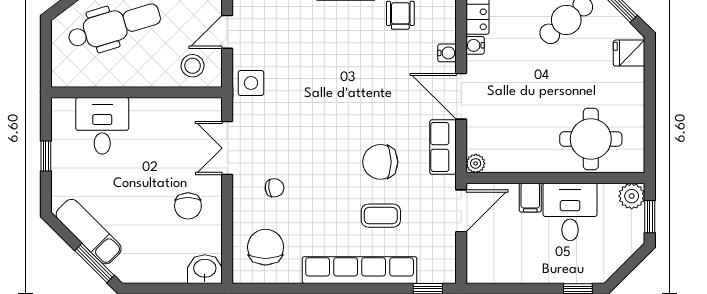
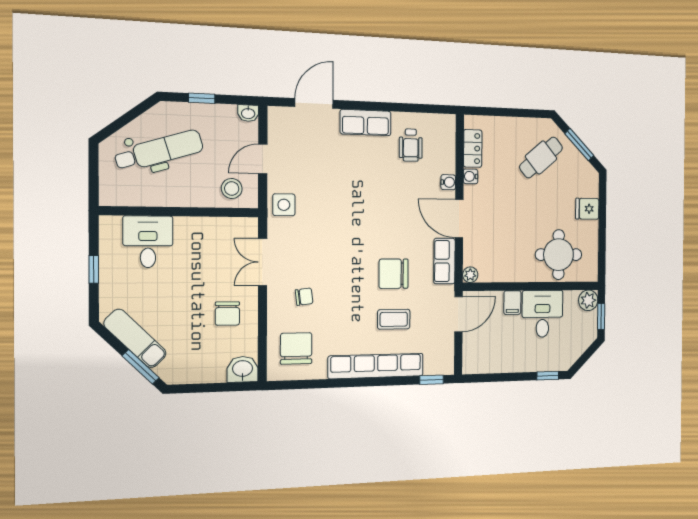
fridge: (629, 53) -> (587, 209), moved

